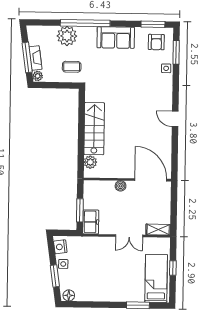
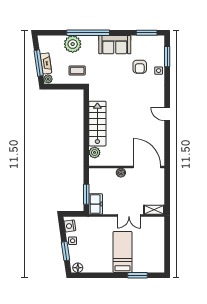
armchair: (156, 42) -> (140, 67), moved
window: (173, 268) -> (167, 243), removed
bed: (156, 278) -> (123, 252), moved

